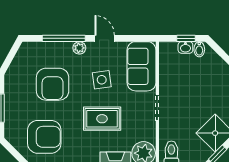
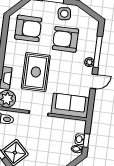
side table: (102, 80) -> (64, 14), moved
rug: (102, 119) -> (36, 72), width x1.36, depth x1.43
armchair: (44, 137) -> (28, 28), turned -90

